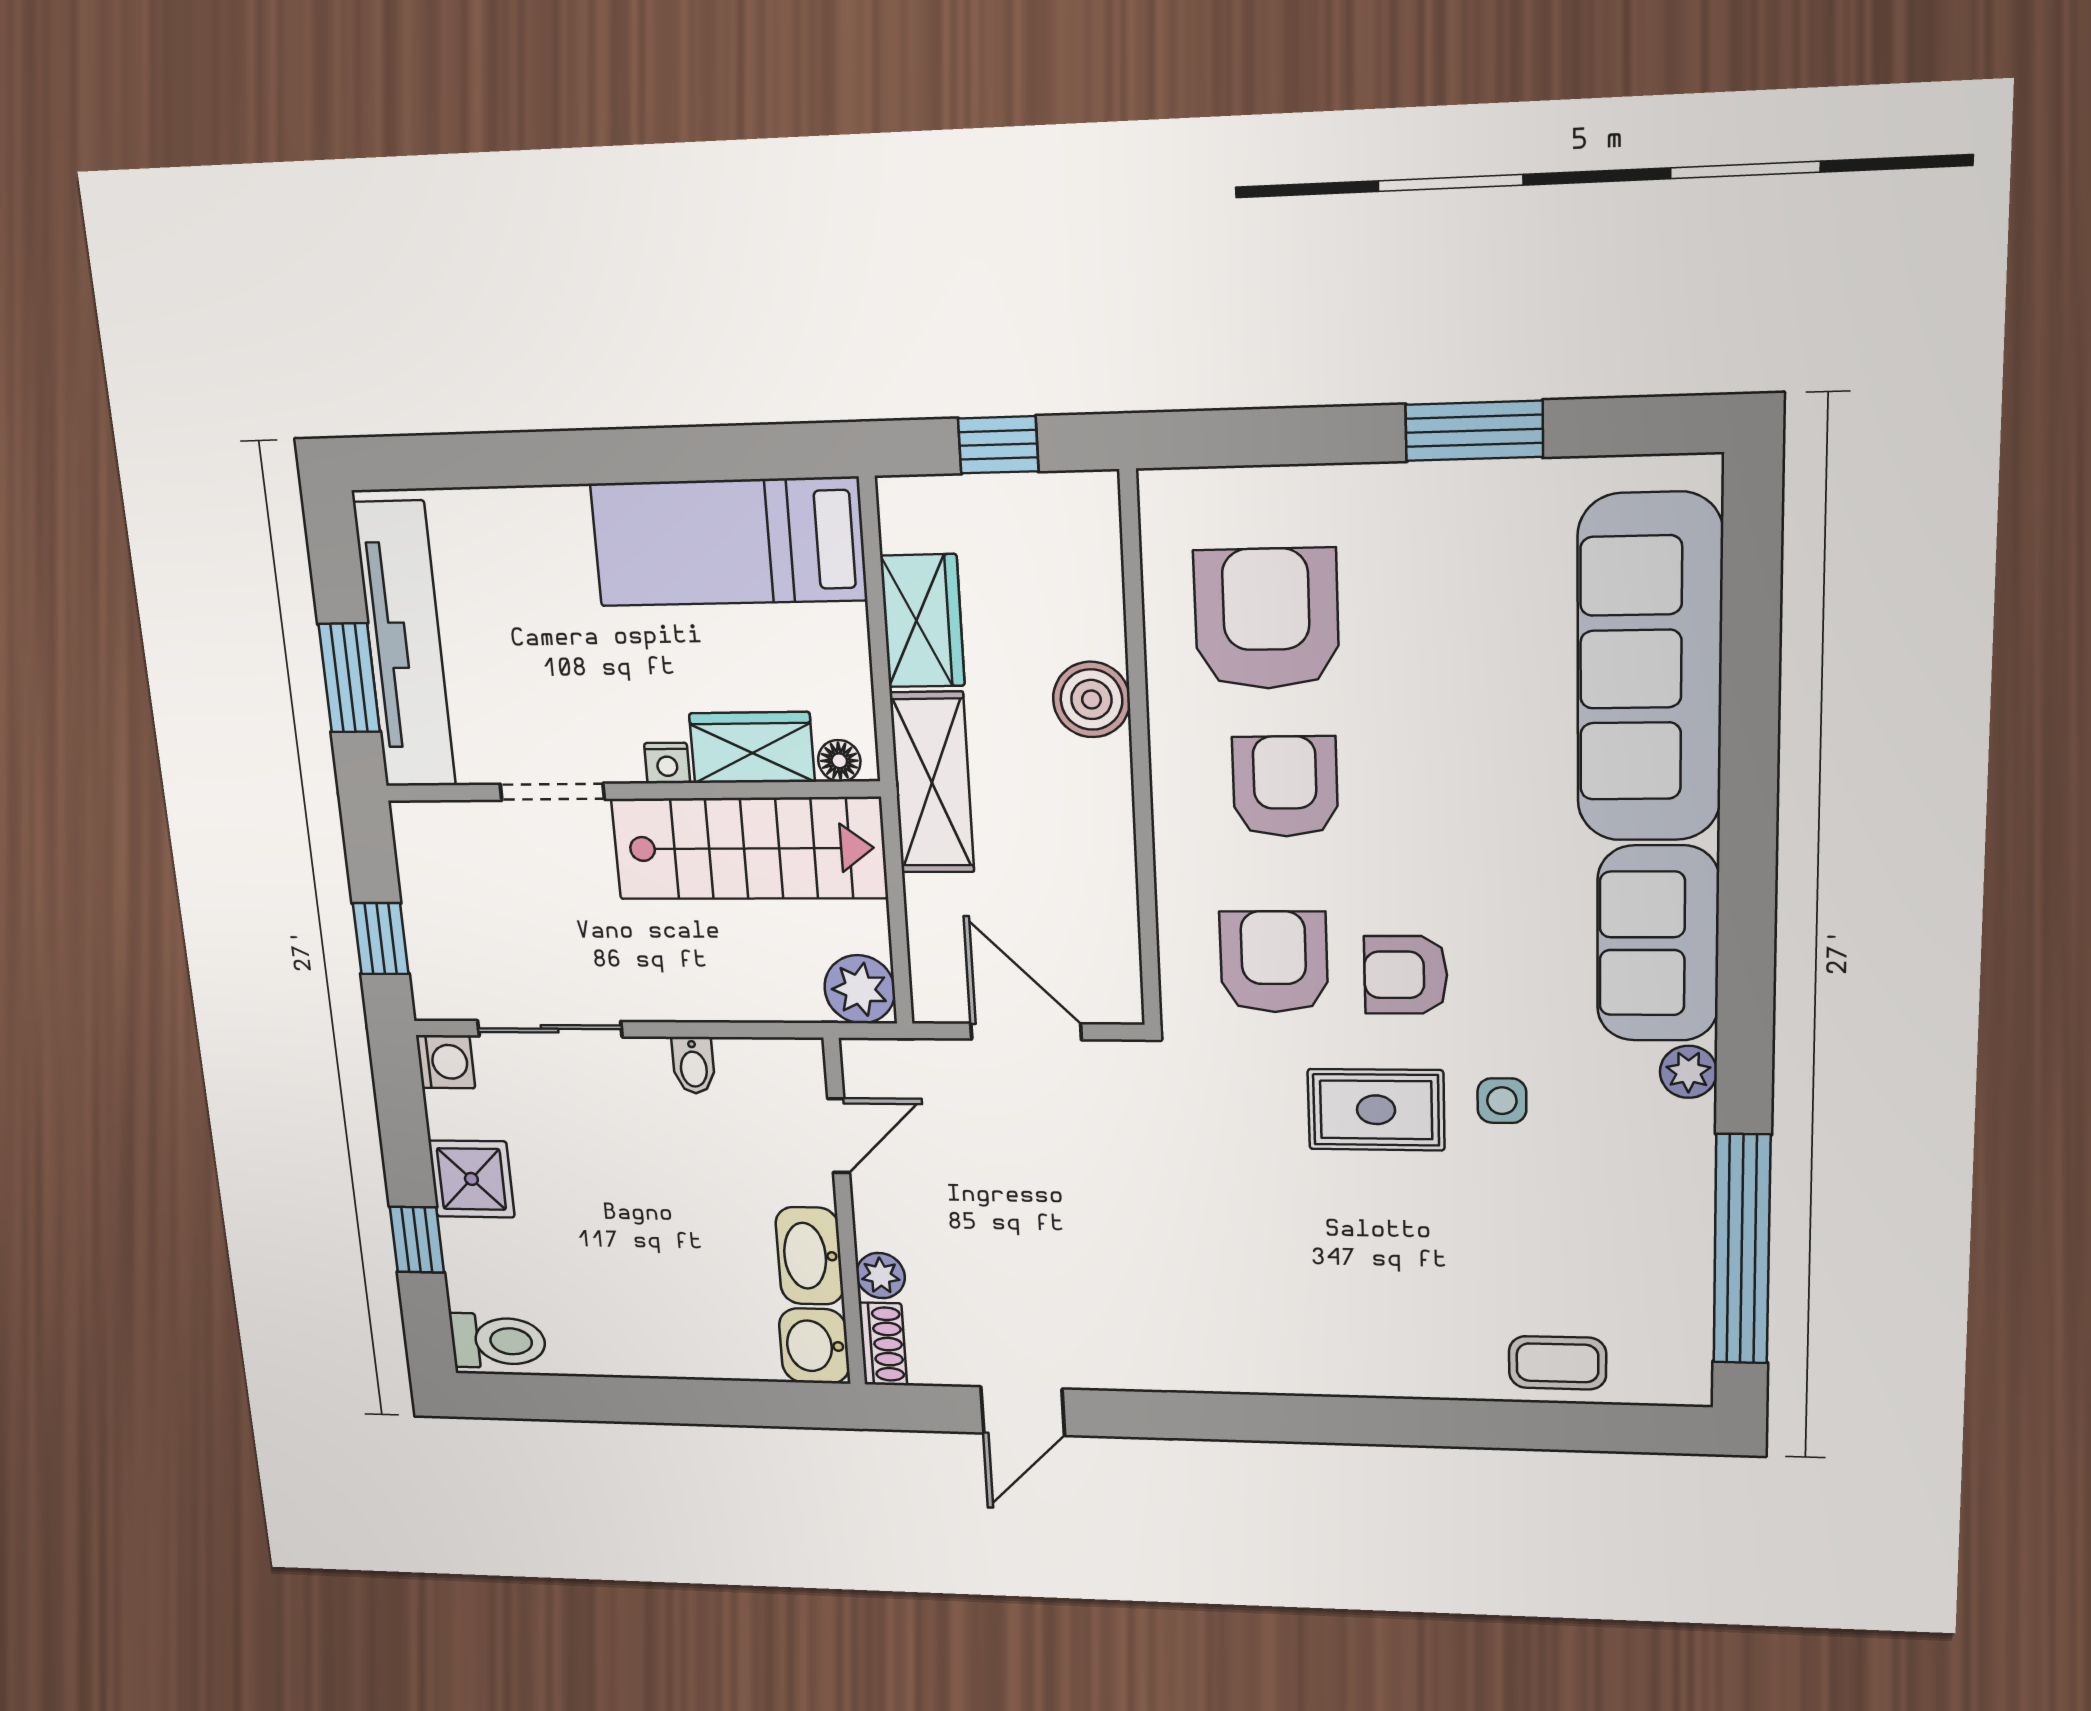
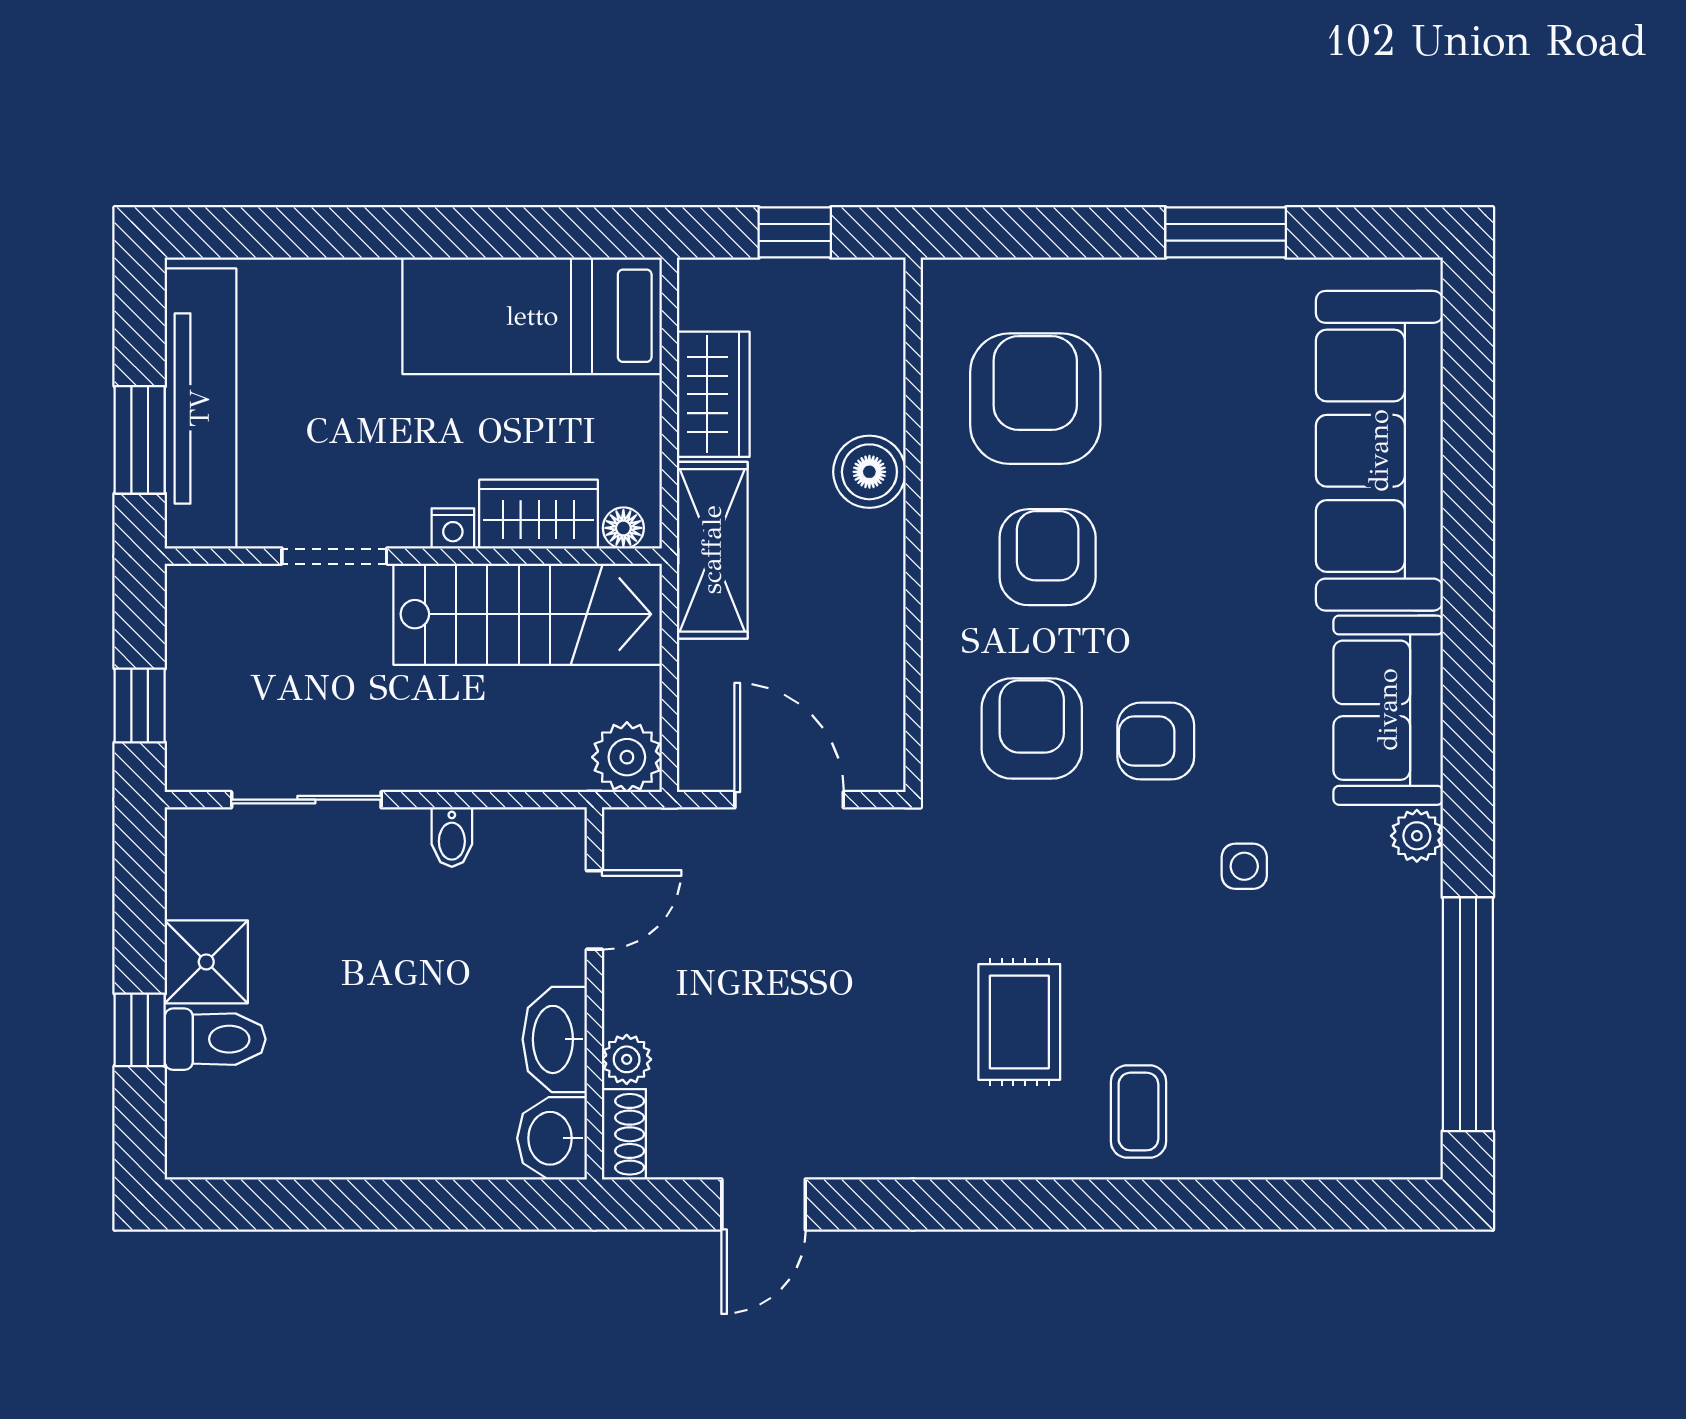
washing machine: (446, 1062) -> (193, 835), removed
rug: (1376, 1110) -> (1019, 1022), moved, turned 90
toilet: (498, 1341) -> (215, 1039), moved
coffee table: (1558, 1363) -> (1138, 1112), moved, turned 90

